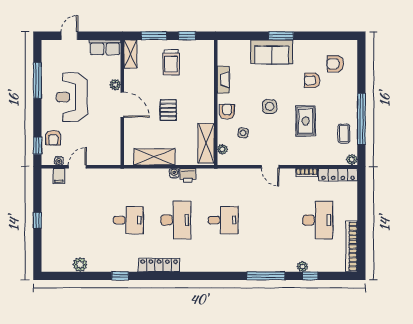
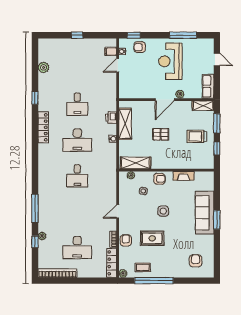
sofa: (272, 52) -> (205, 213), width x1.36
armchair: (312, 80) -> (126, 240), moved
reception desk: (72, 97) -> (170, 61), turned -90
door: (77, 167) -> (118, 65), swing flipped
printer: (188, 175) -> (111, 118), moved

